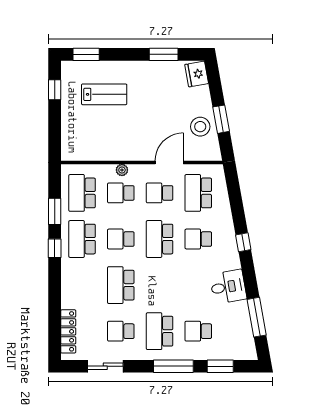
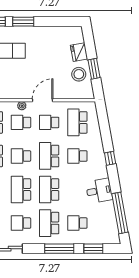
window: (164, 54) -> (23, 22), moved
fridge: (197, 74) -> (79, 52), moved
door: (169, 162) -> (43, 100), moved
school desk: (160, 285) -> (49, 190), added
window: (257, 317) -> (120, 213), width x1.46

